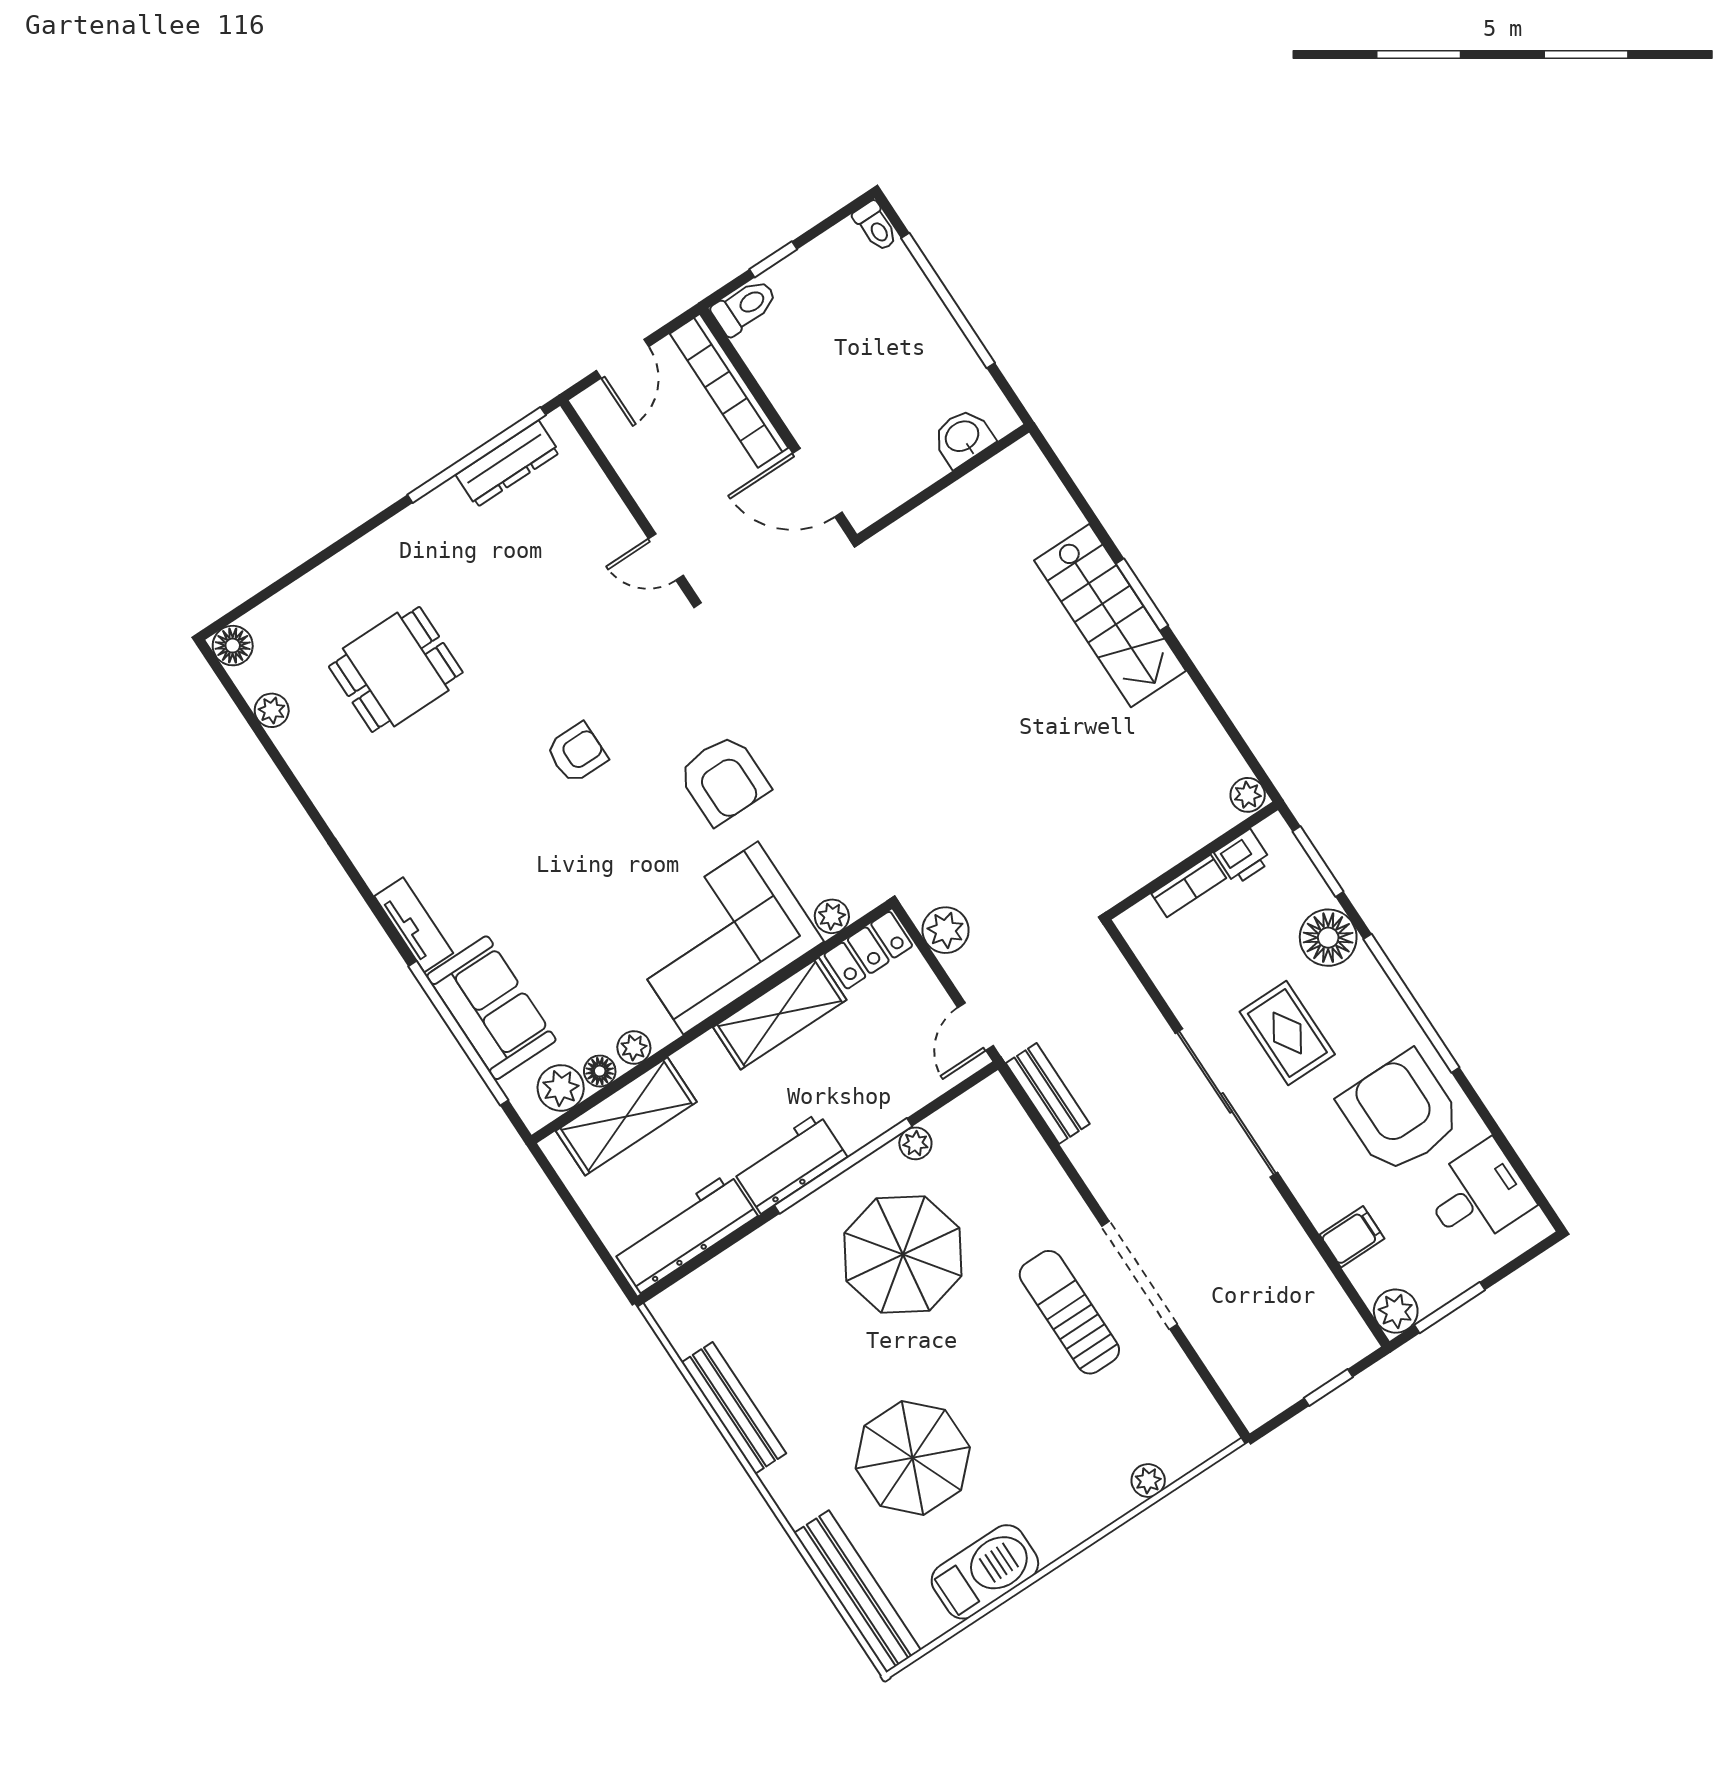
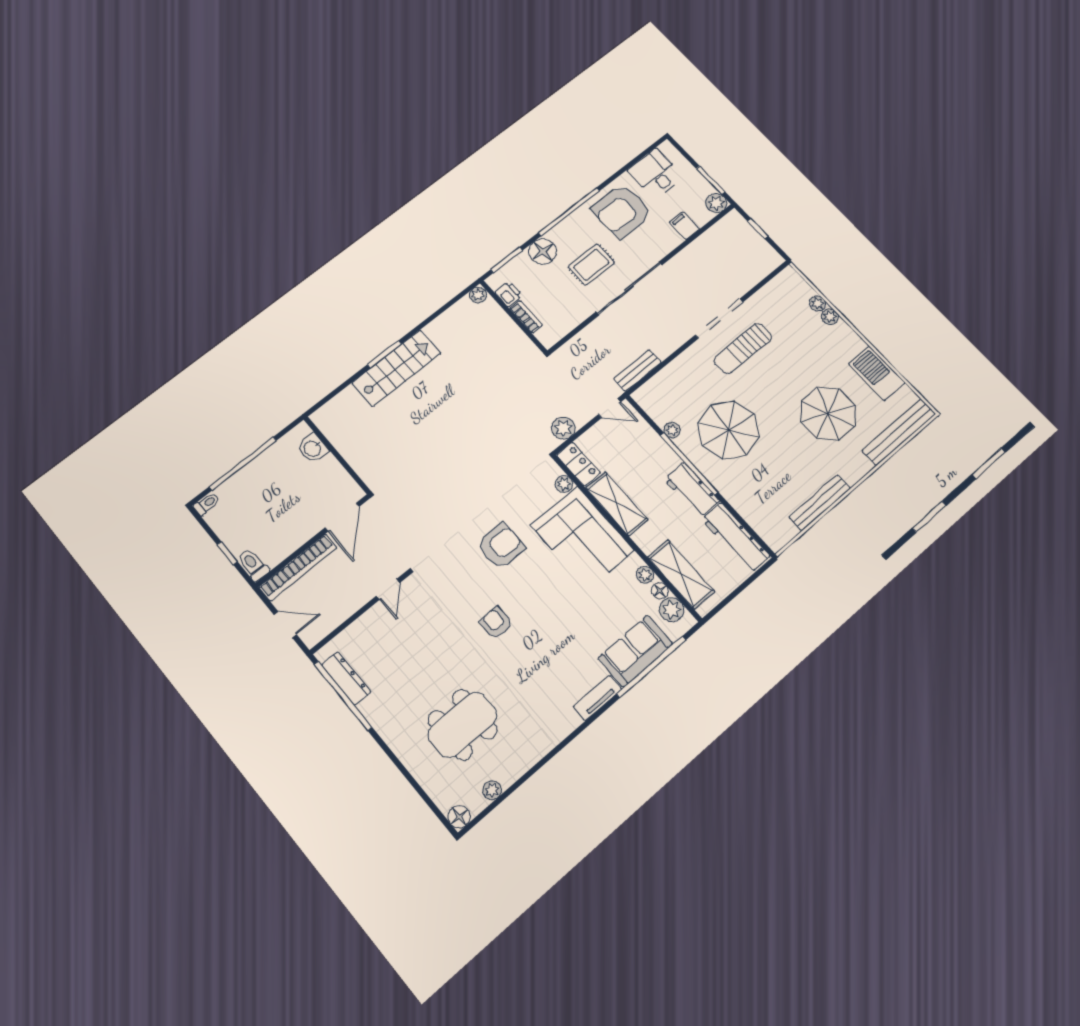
dining table: (396, 669) -> (462, 725), width x1.38
plant: (1117, 1500) -> (830, 317), added

